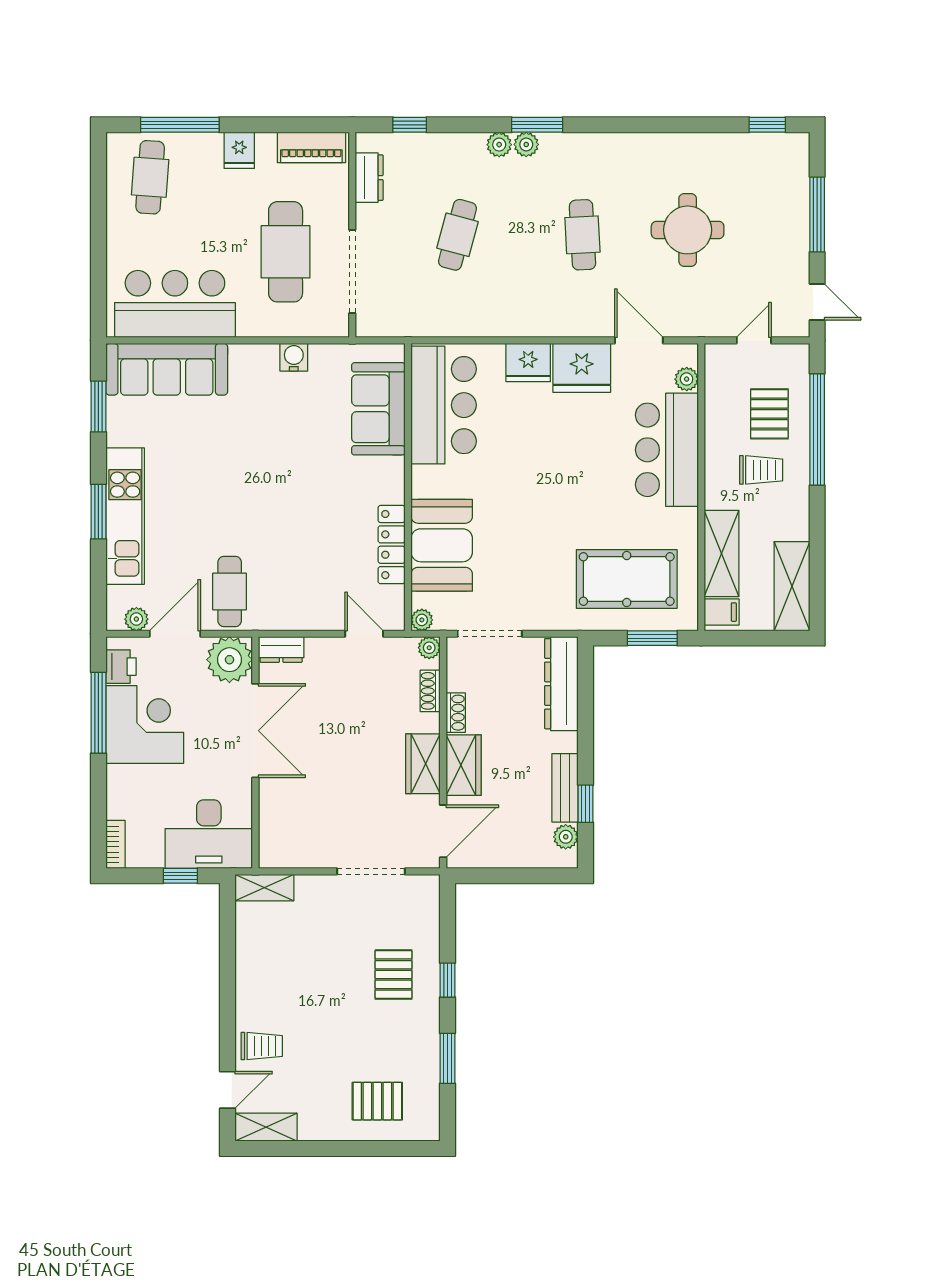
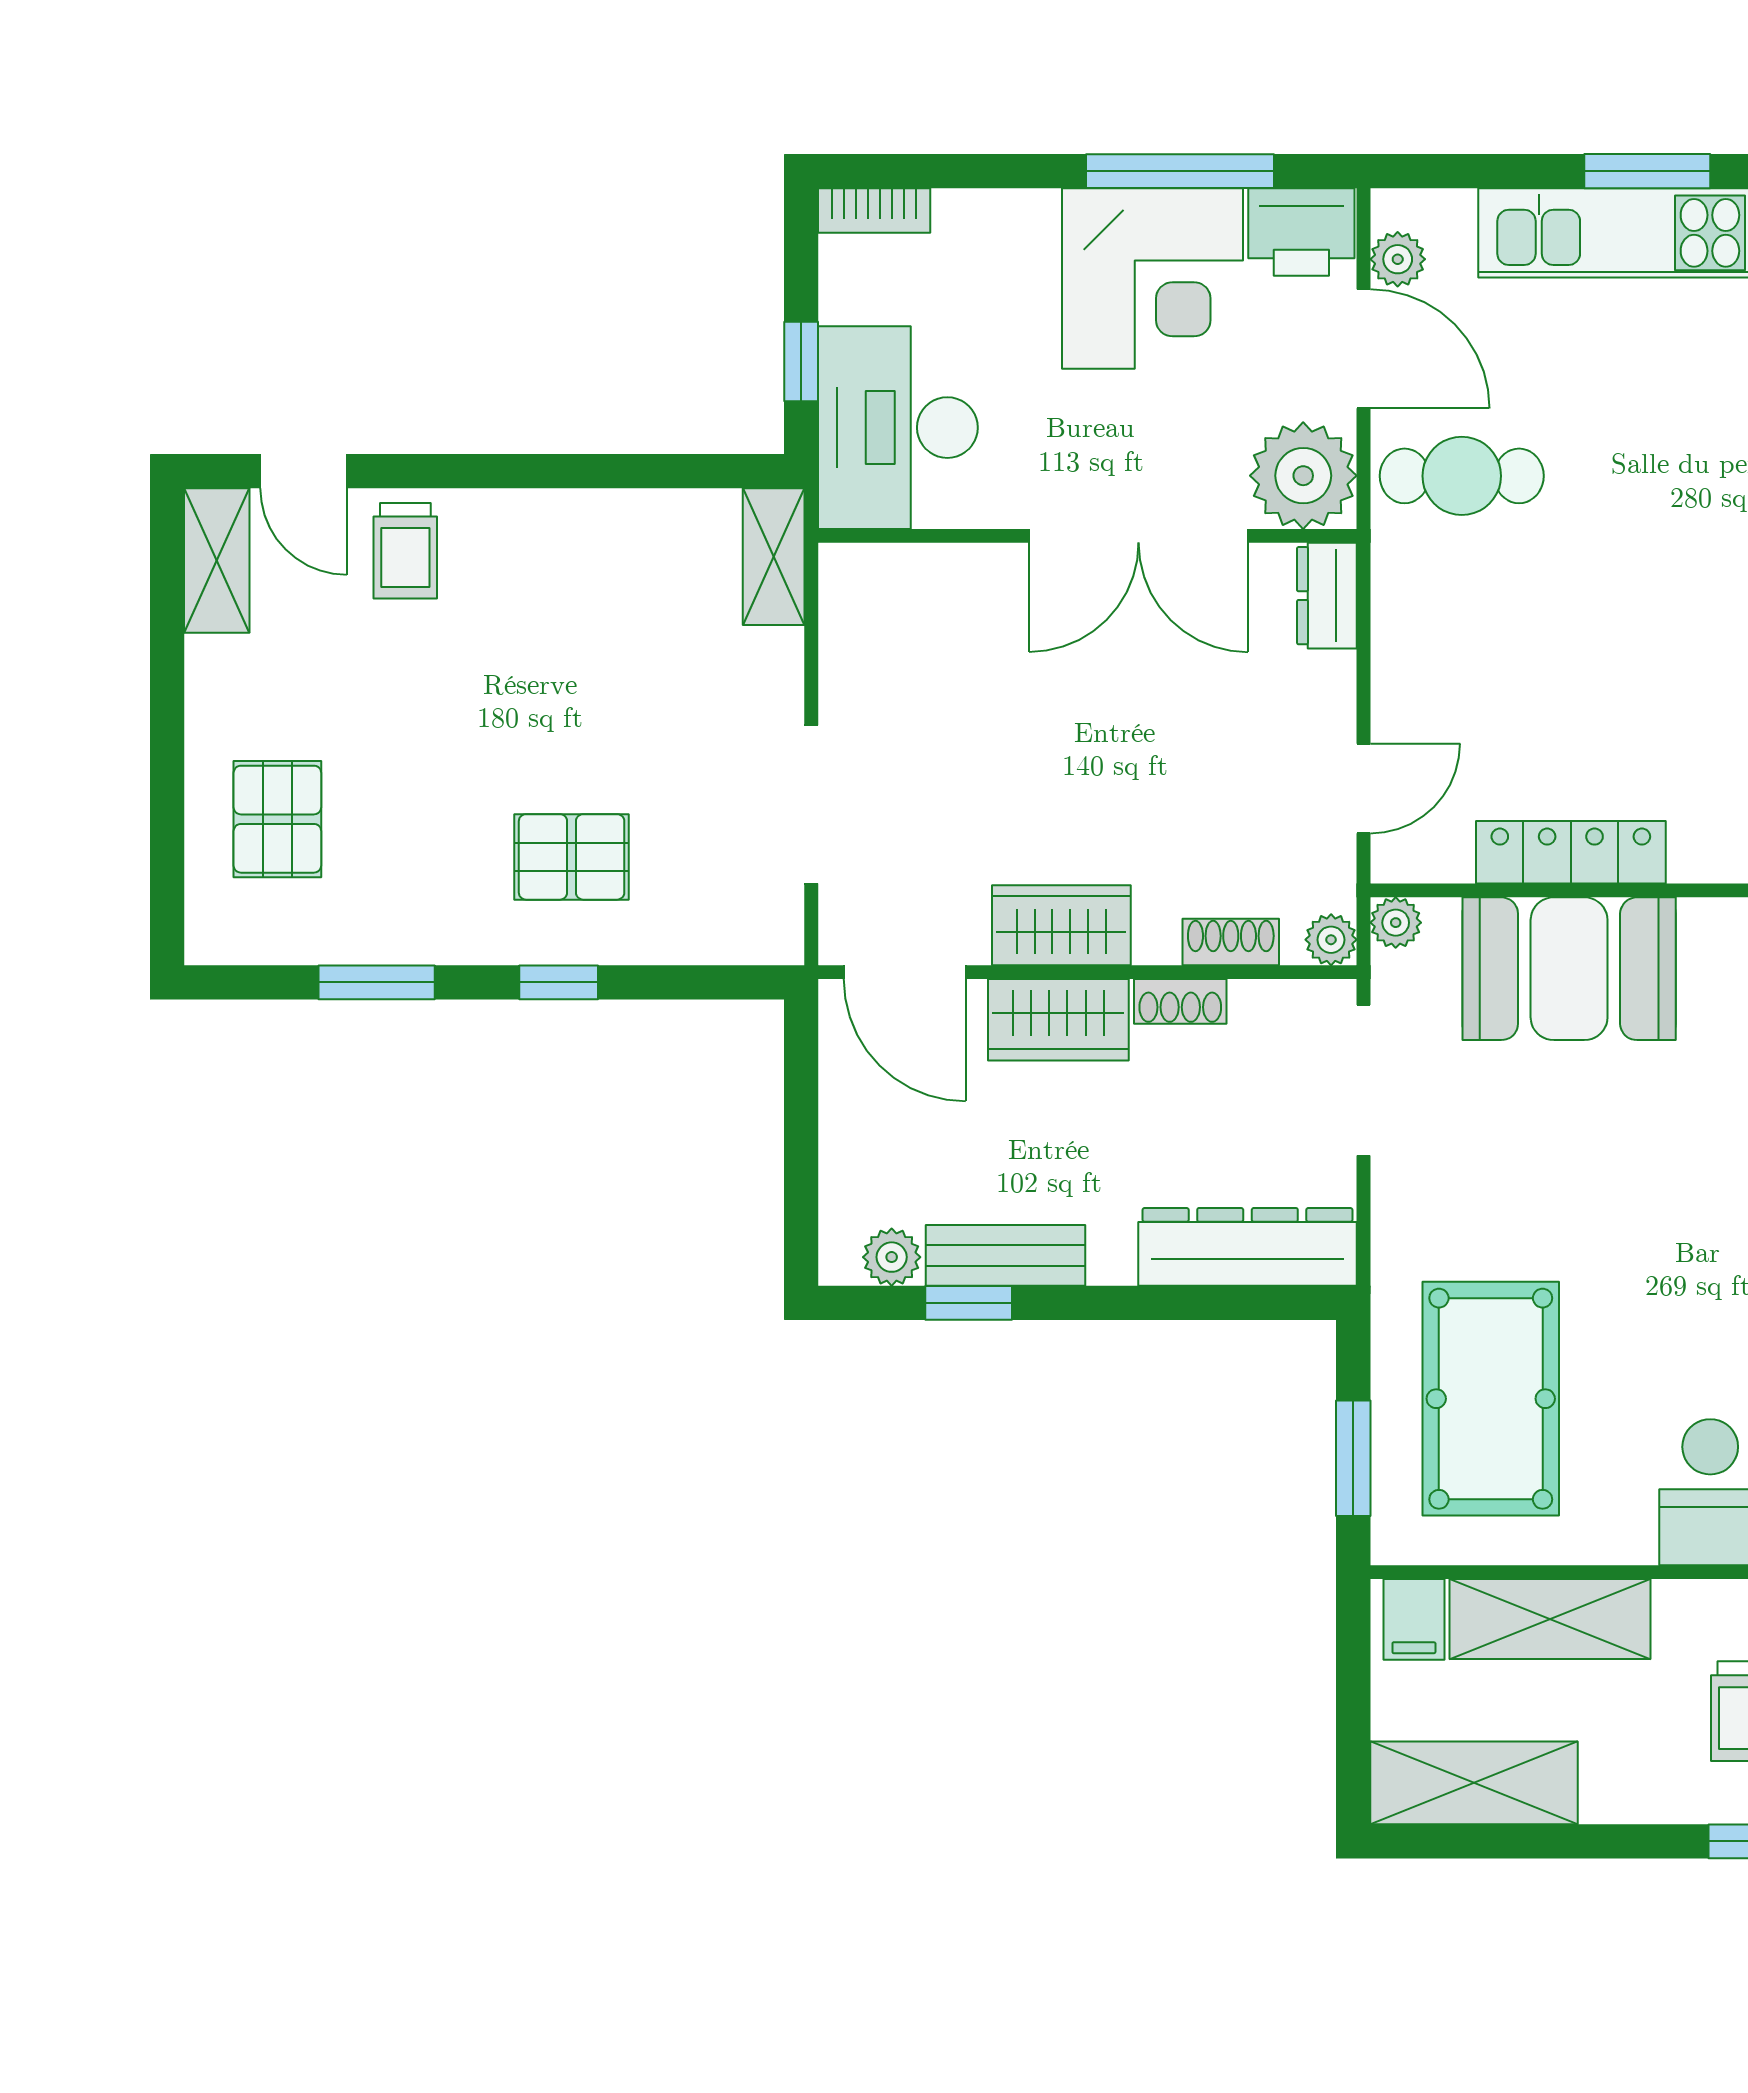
printer: (121, 667) -> (1301, 232), width x1.36, depth x1.24

